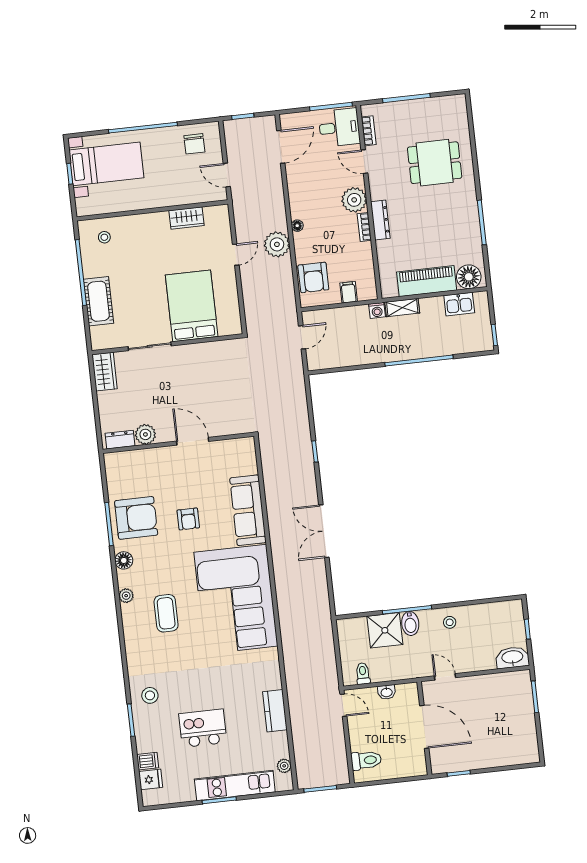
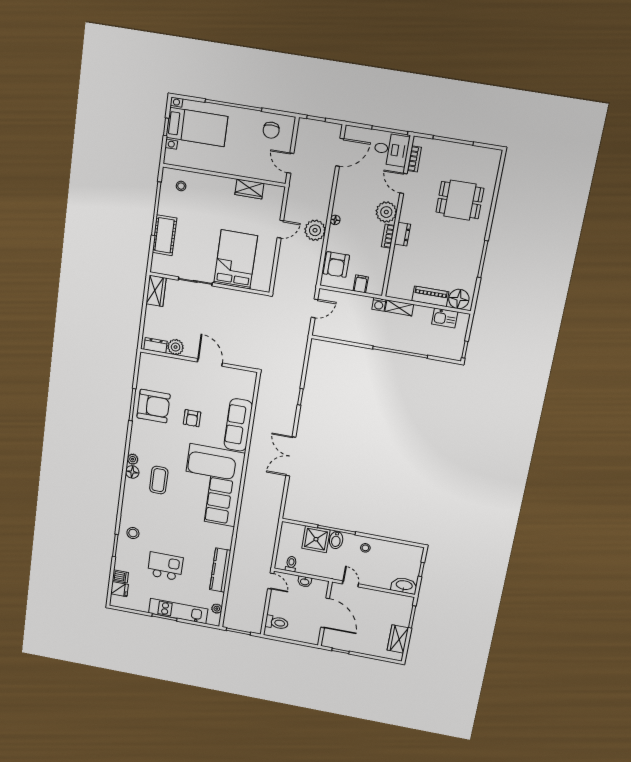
dresser: (380, 220) -> (402, 234), width x0.70
piano: (427, 281) -> (430, 296), width x0.73, depth x0.75
floor lamp: (124, 560) -> (132, 472), moved
kitchen counter: (275, 711) -> (220, 570), width x1.50
wardrobe: (526, 733) -> (398, 639), added

